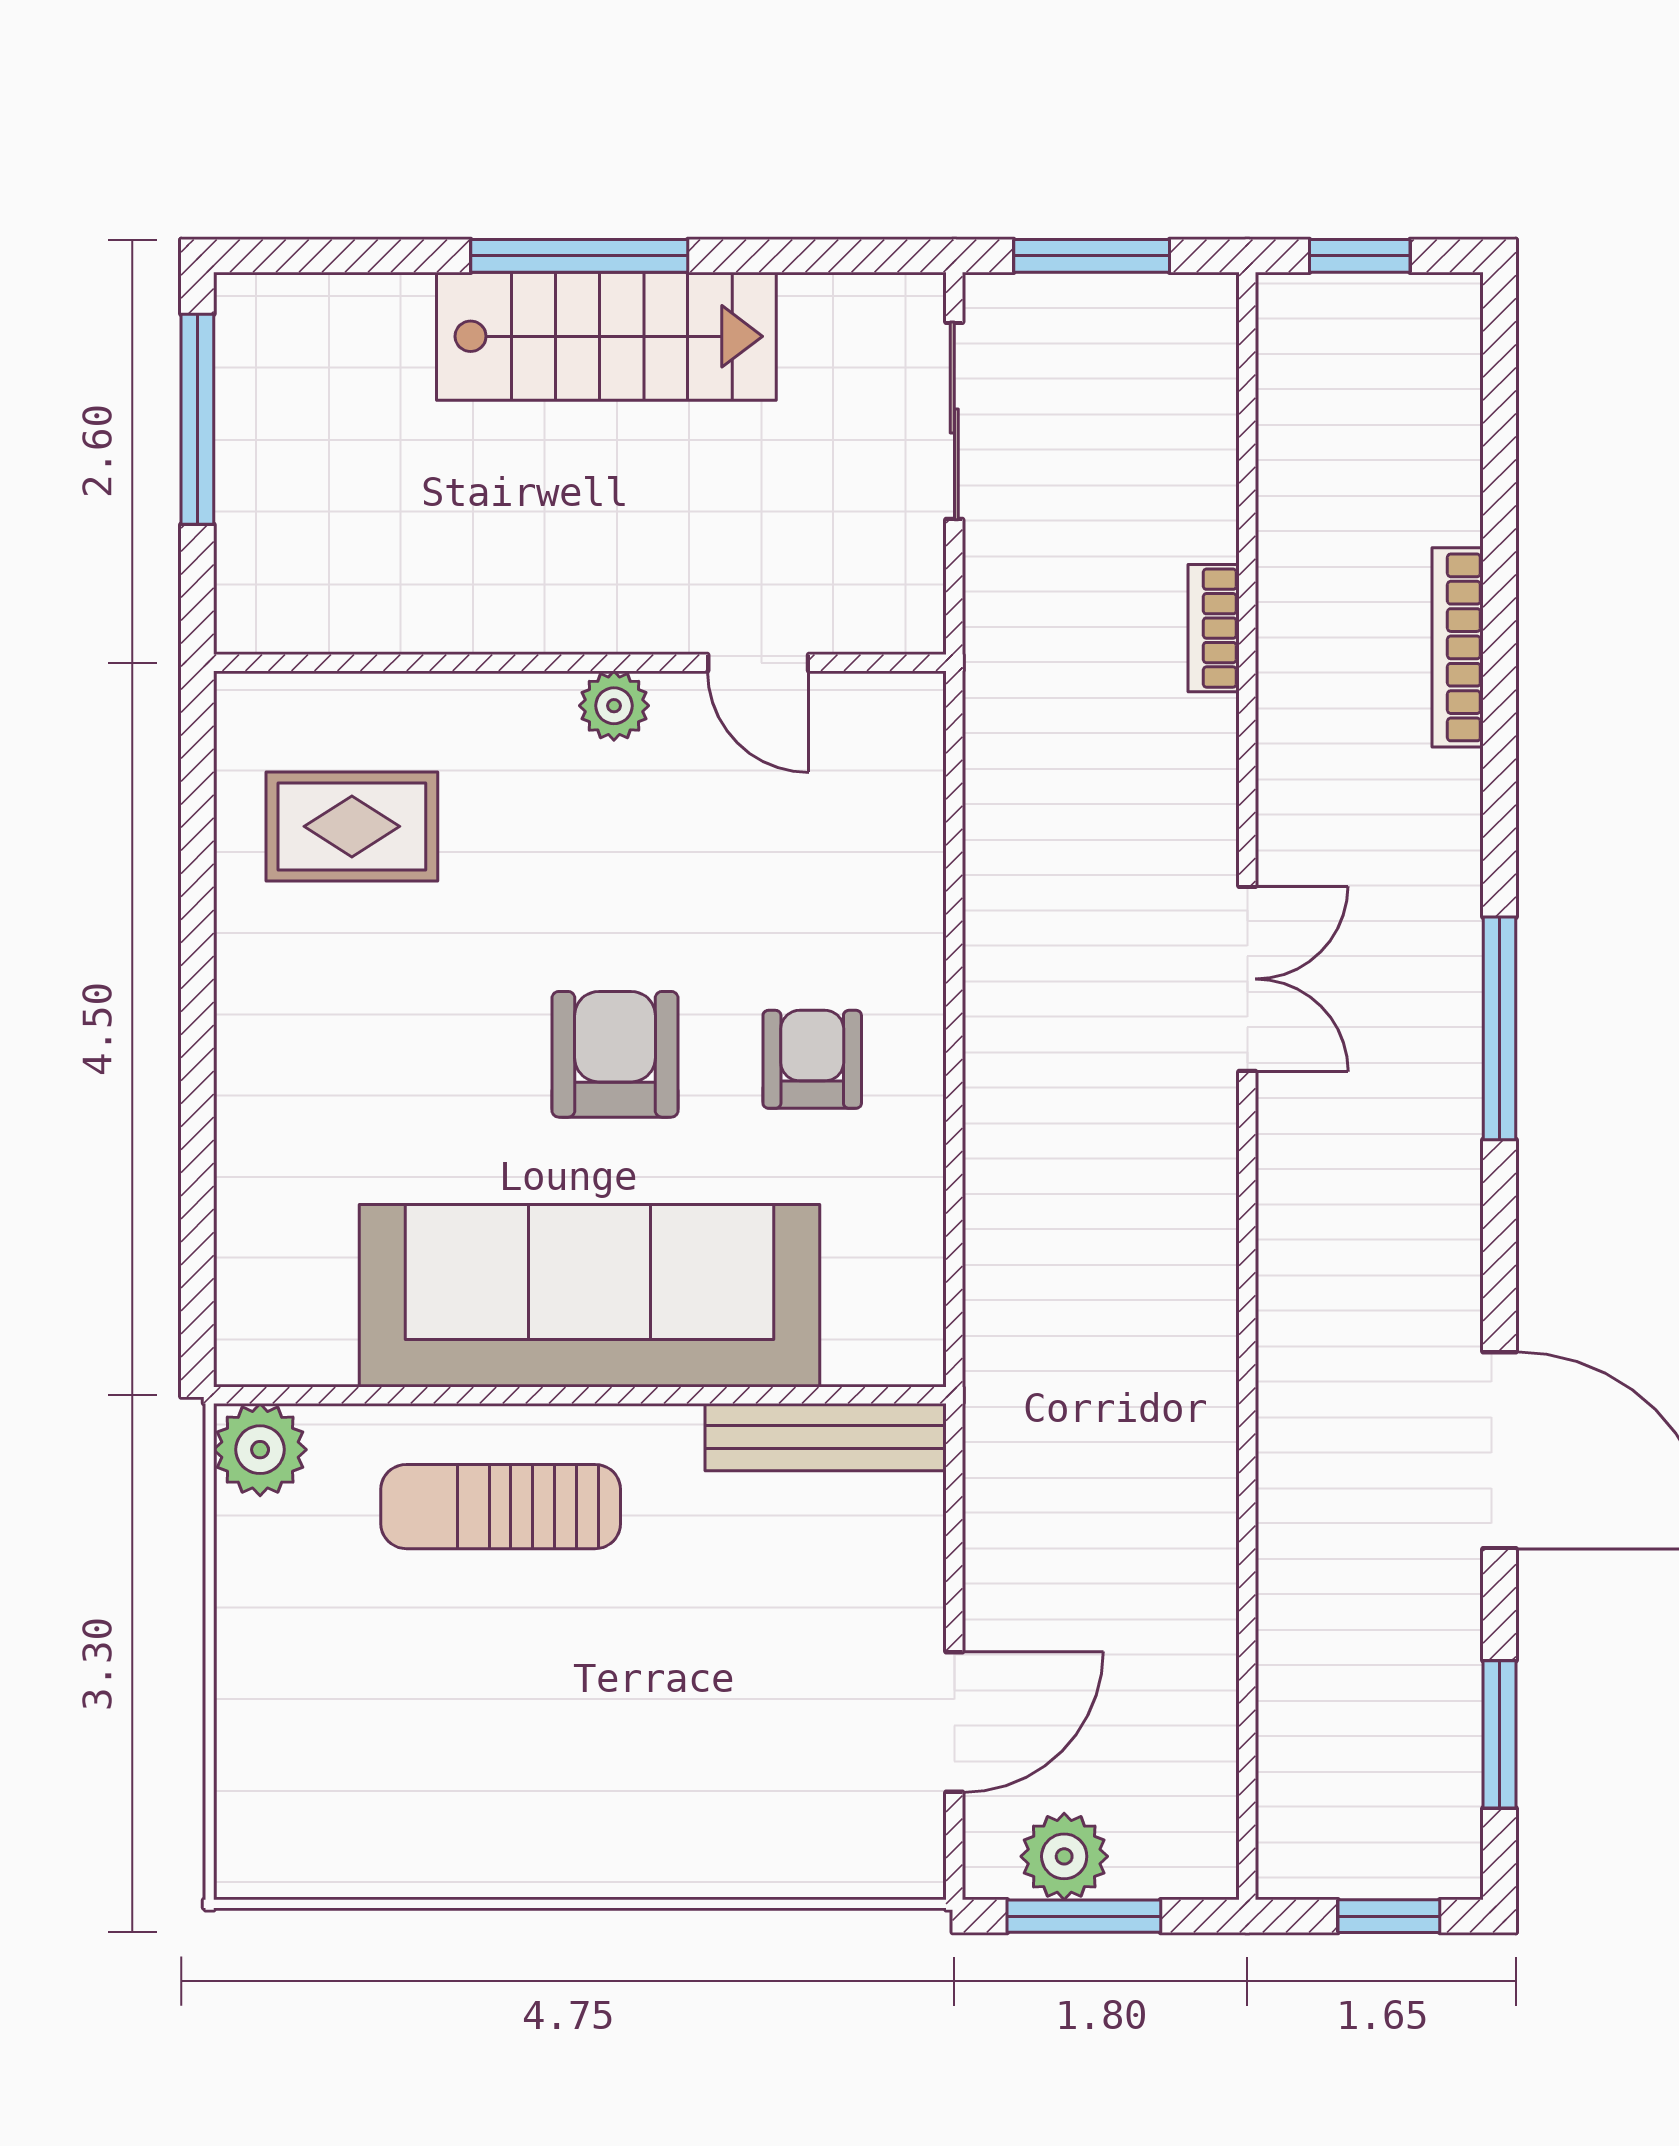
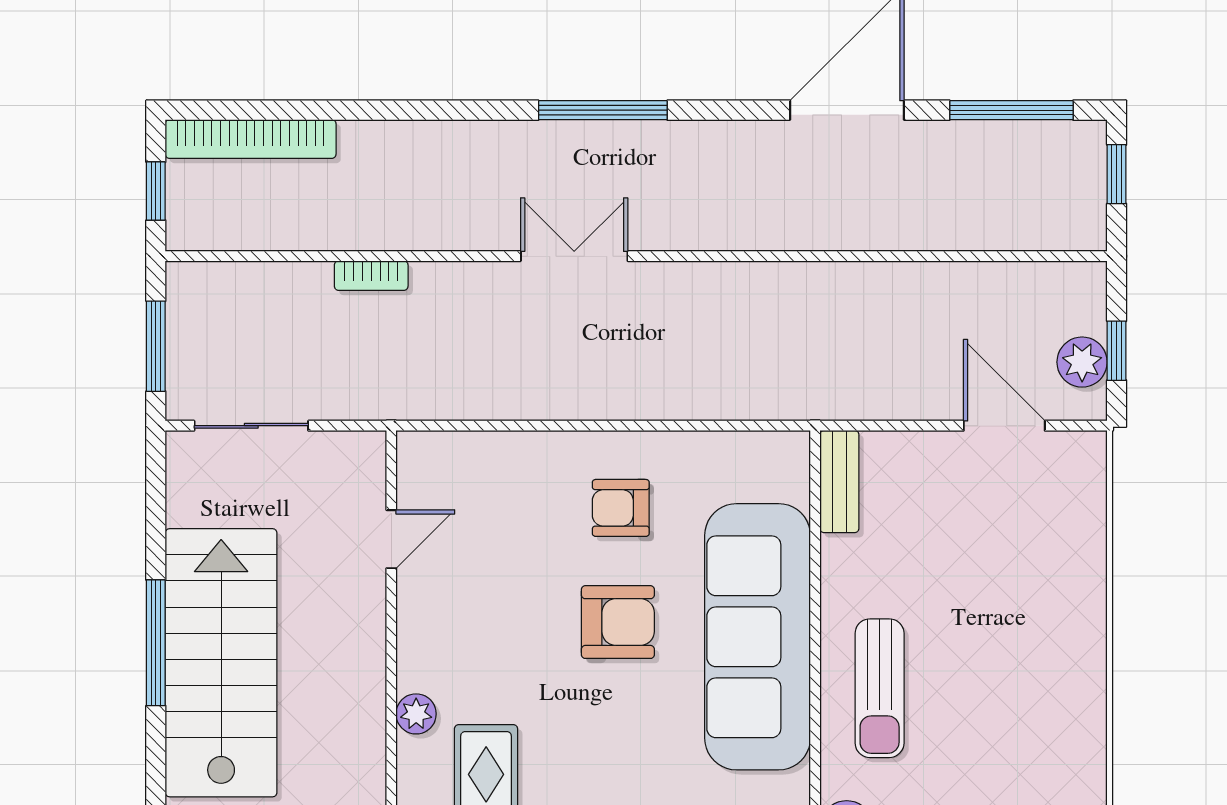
stairs: (606, 336) -> (221, 663), width x1.36, depth x1.51
bookcase: (1458, 647) -> (251, 139), moved, width x1.48, depth x1.31
plant: (614, 706) -> (416, 714), moved
armchair: (615, 1054) -> (618, 622), turned 180
bench: (826, 1437) -> (839, 482), width x0.73
window: (1500, 1734) -> (1011, 110), width x1.44
window: (1084, 1916) -> (1117, 351), width x0.67

